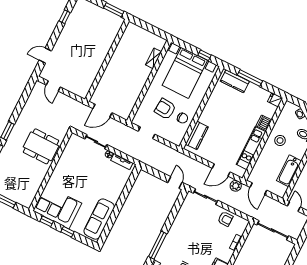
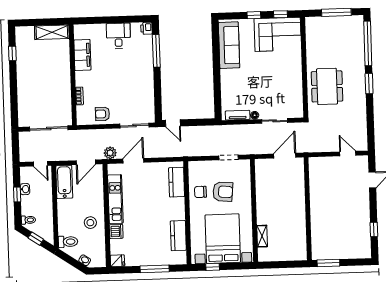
kitchen counter: (235, 81) -> (178, 236), moved, turned -90
dining table: (41, 146) -> (327, 86), turned 90
bathtub: (289, 171) -> (64, 182), moved
door: (258, 189) -> (86, 162), swing flipped

